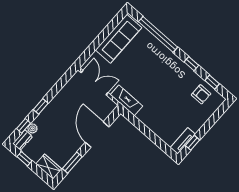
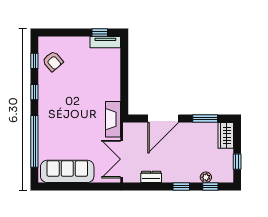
armchair: (201, 94) -> (53, 61), turned 139
dresser: (23, 140) -> (151, 177), moved

